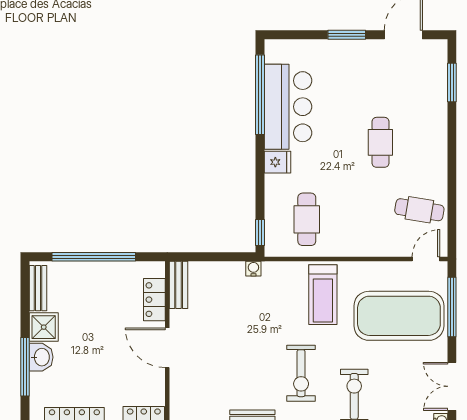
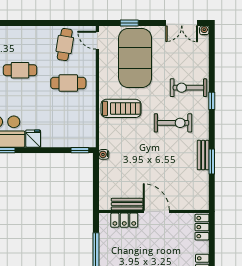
cafe table: (307, 219) -> (68, 83), moved
bench: (179, 285) -> (127, 204), moved
window: (452, 307) -> (129, 23), width x0.46
door: (167, 348) -> (156, 212), swing flipped

